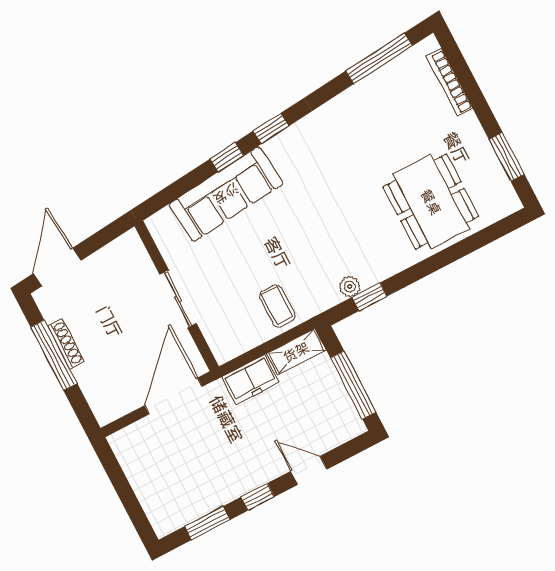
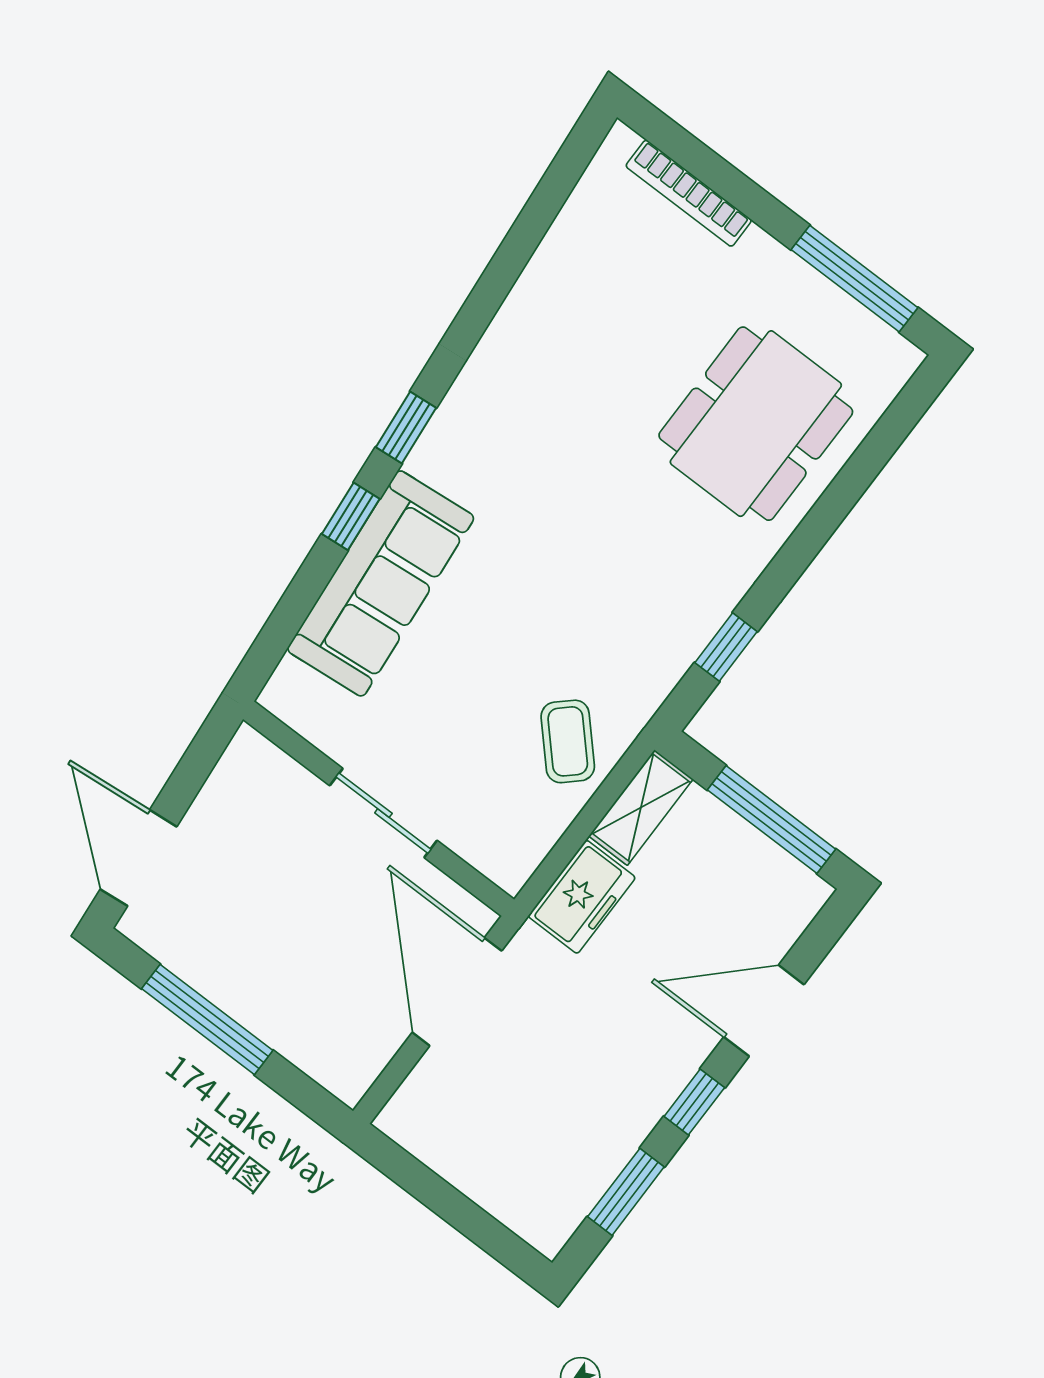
window: (379, 58) -> (541, 210), removed
window: (507, 157) -> (855, 279), width x1.44
dining table: (431, 202) -> (756, 424), turned 90
plant: (350, 287) -> (682, 645), removed
coffee table: (277, 306) -> (568, 741), turned 47
shoe rack: (66, 344) -> (219, 989), removed
door: (309, 470) -> (764, 1011), width x1.37

